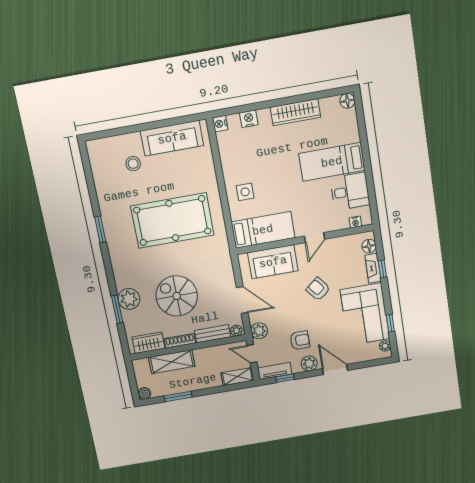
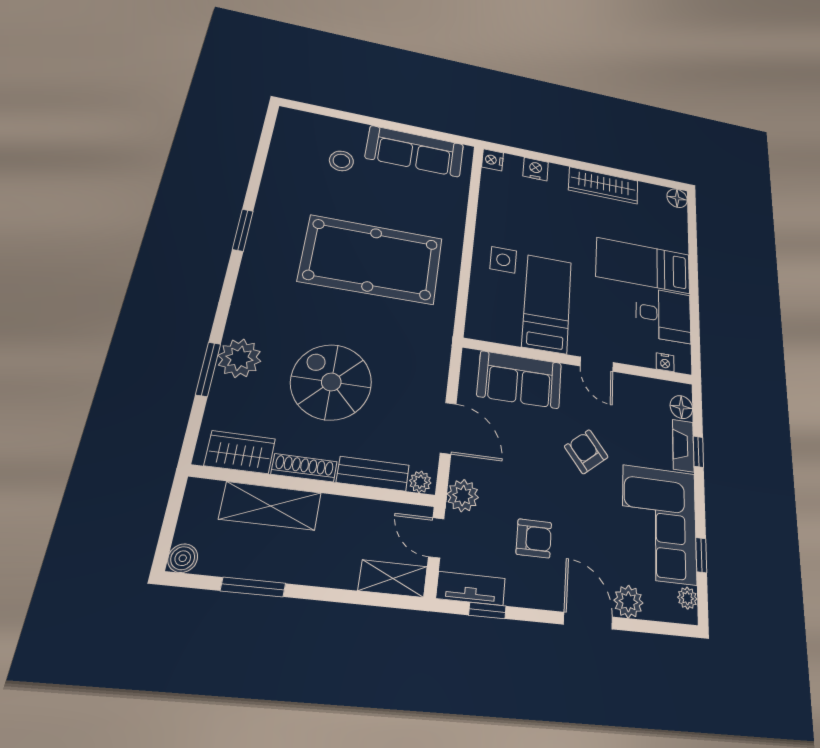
bed: (263, 230) -> (547, 304), moved, turned -90
door: (314, 238) -> (597, 364), hinge flipped
plant: (309, 364) -> (628, 602), moved

